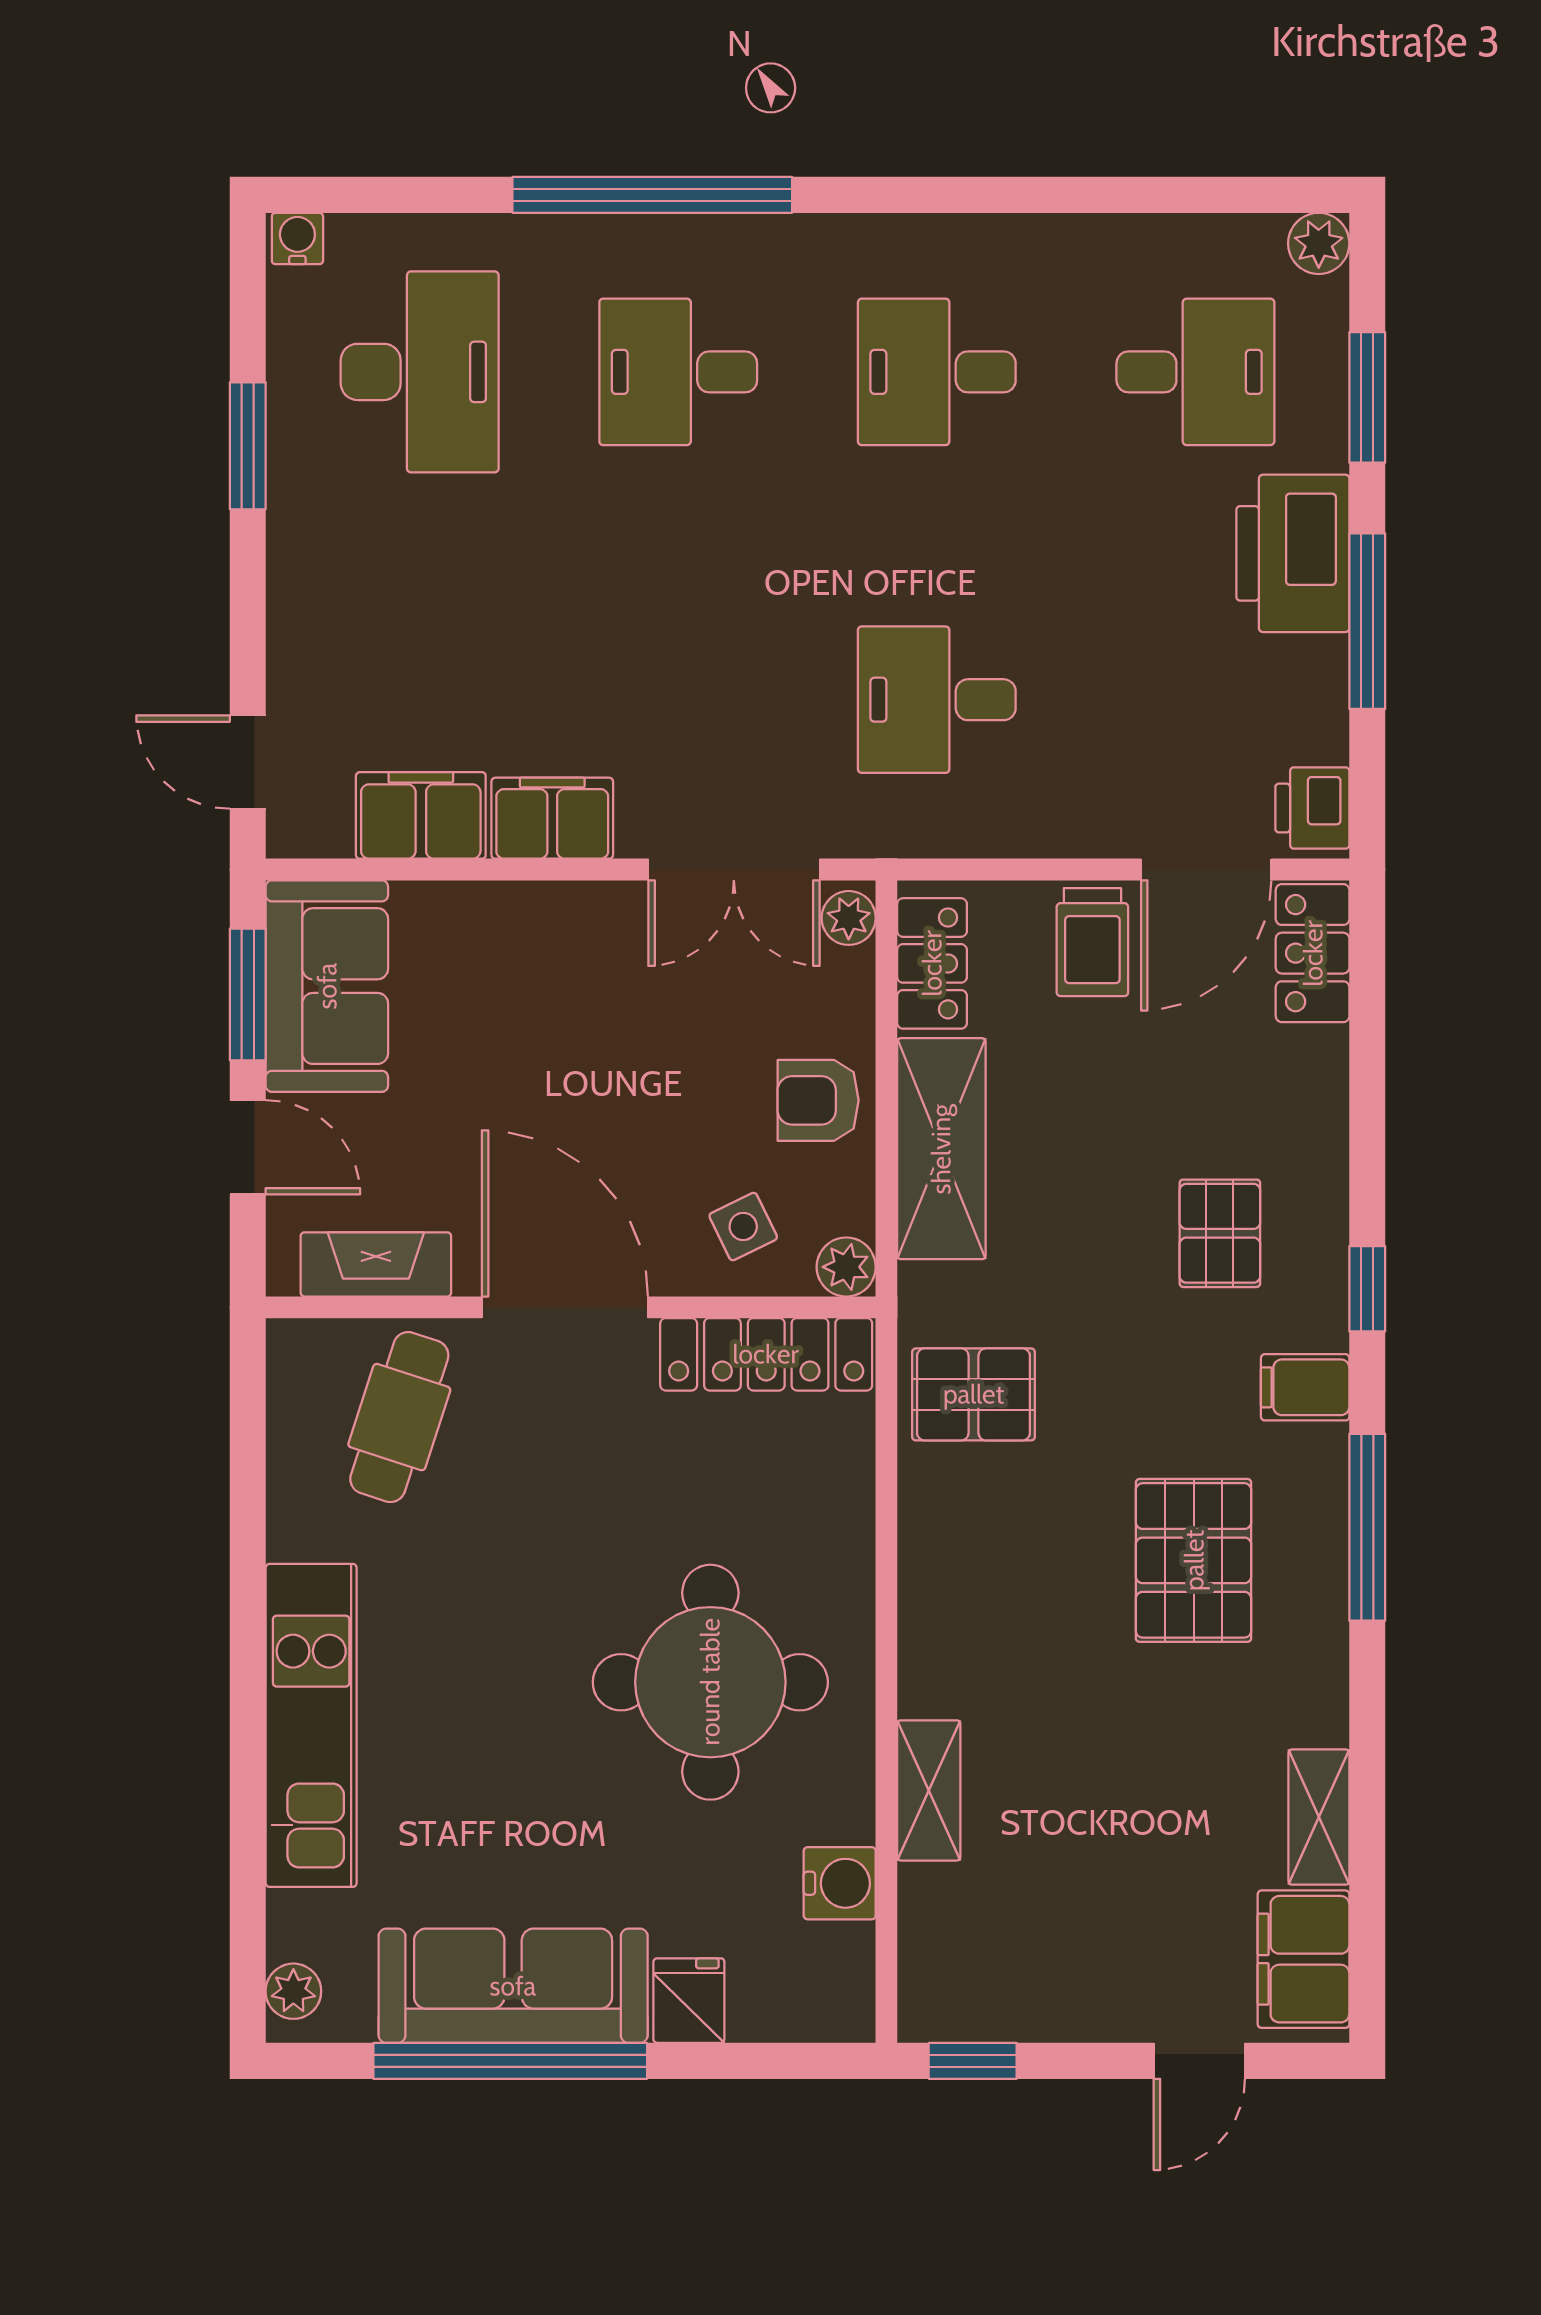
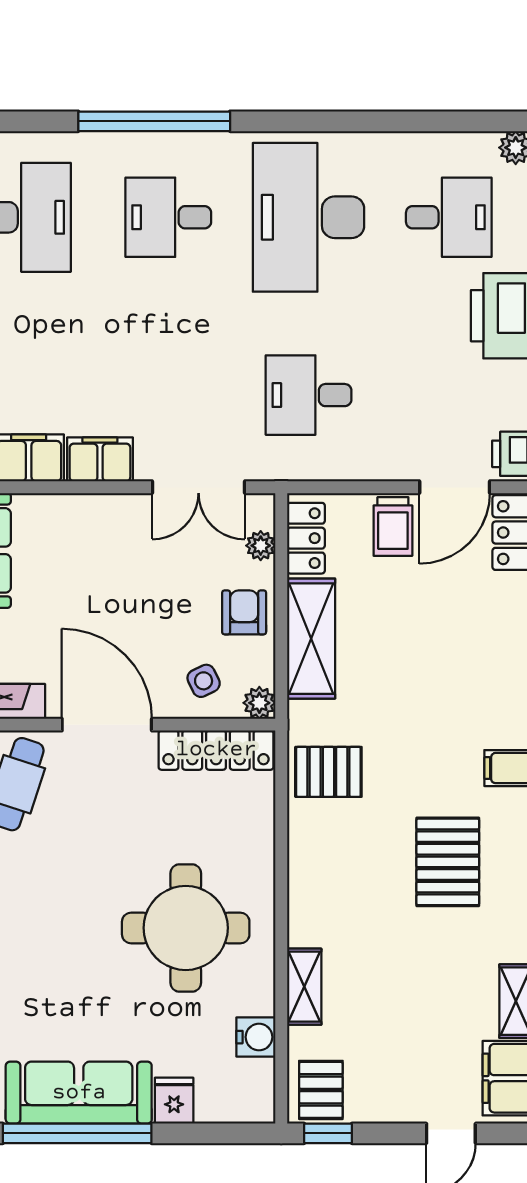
desk: (937, 372) -> (309, 217), width x1.87, depth x1.30
plant: (849, 918) -> (261, 546), moved
armchair: (818, 1100) -> (244, 612), turned 90
pallet: (1220, 1233) -> (321, 1090), moved

